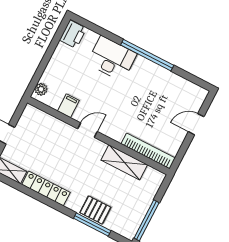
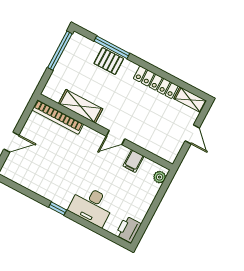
window: (147, 55) -> (58, 209), width x0.32

